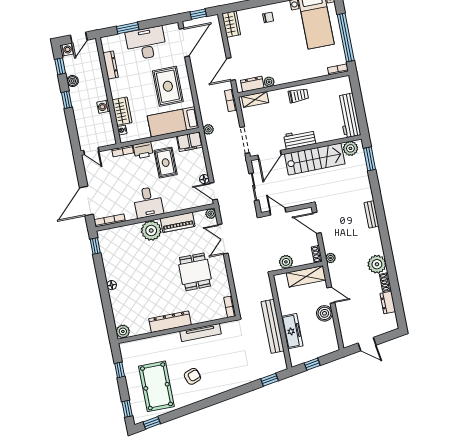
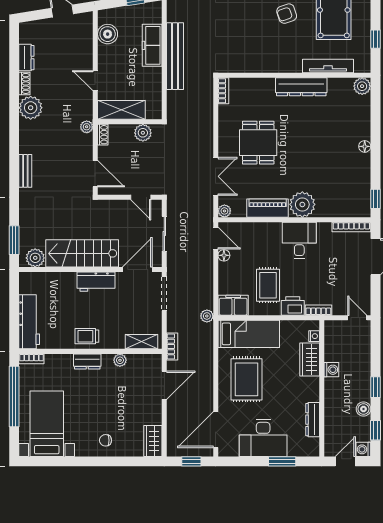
dresser: (252, 84) -> (87, 362), moved
workbench: (349, 115) -> (29, 322), moved
boiler: (324, 313) -> (108, 34), moved
tv unit: (200, 333) -> (328, 66), moved

